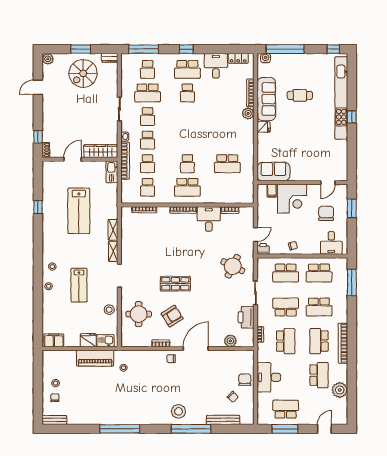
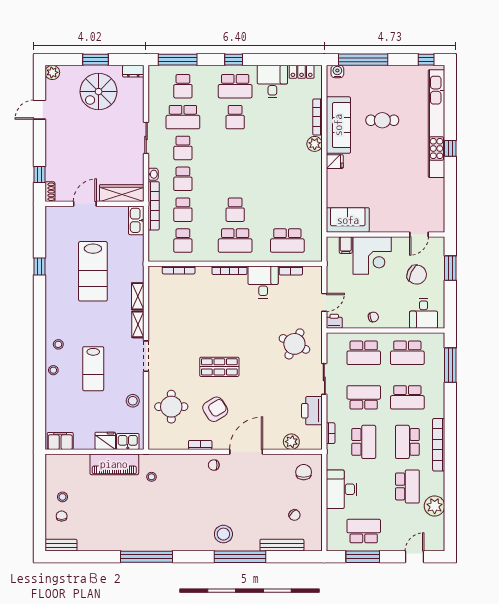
school desk: (227, 164) -> (287, 241), moved
chair: (326, 213) -> (417, 275), turned 115
chair: (245, 380) -> (304, 472), moved

